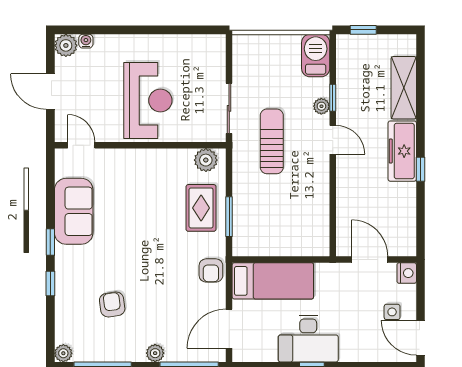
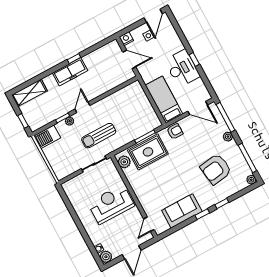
shelving: (404, 88) -> (29, 93), moved
rug: (201, 208) -> (148, 152), width x1.36, depth x1.43
door: (370, 259) -> (129, 60), swing flipped
armchair: (112, 304) -> (216, 169), width x1.88, depth x1.88

